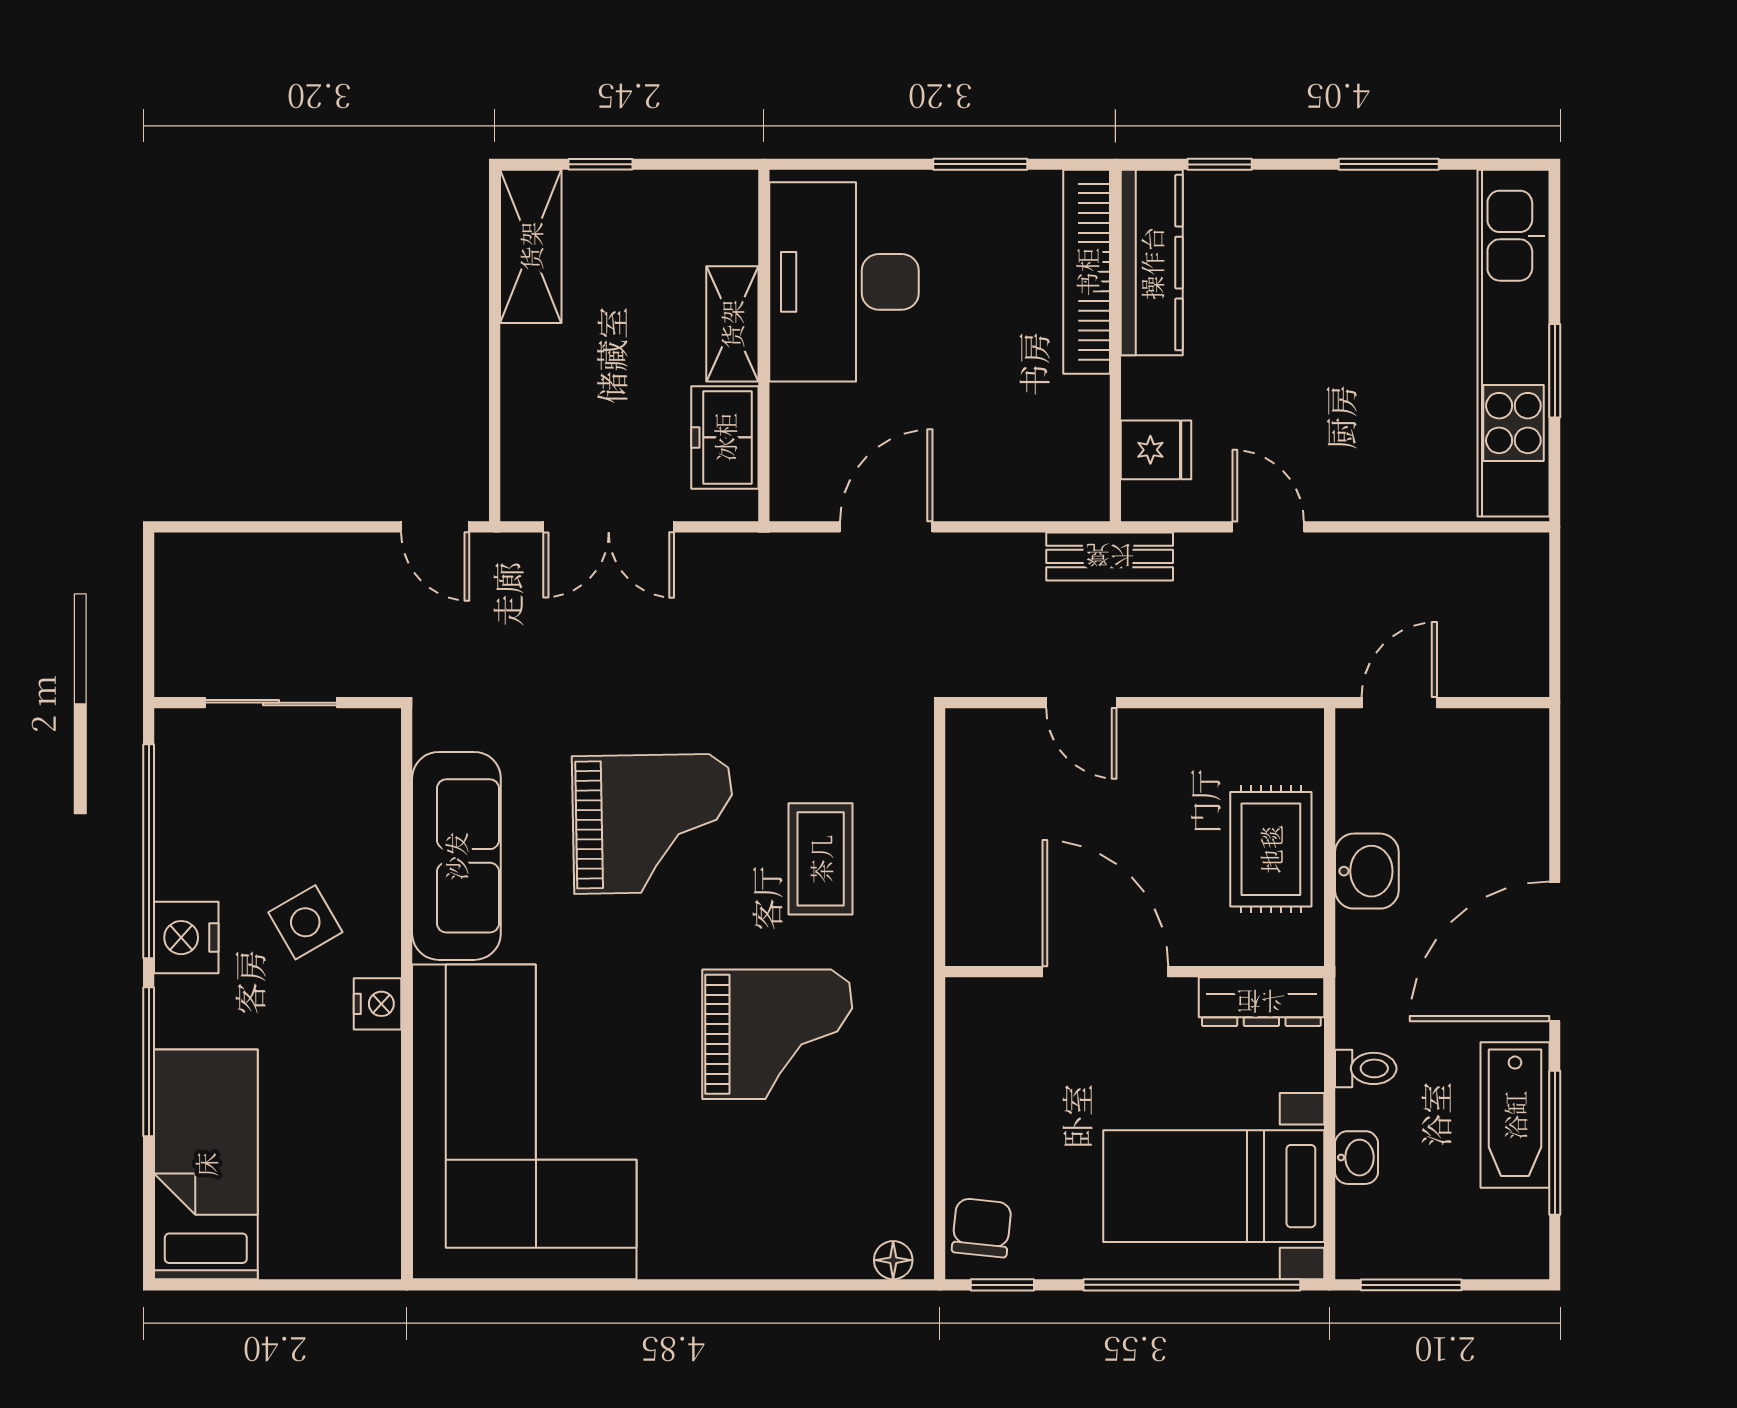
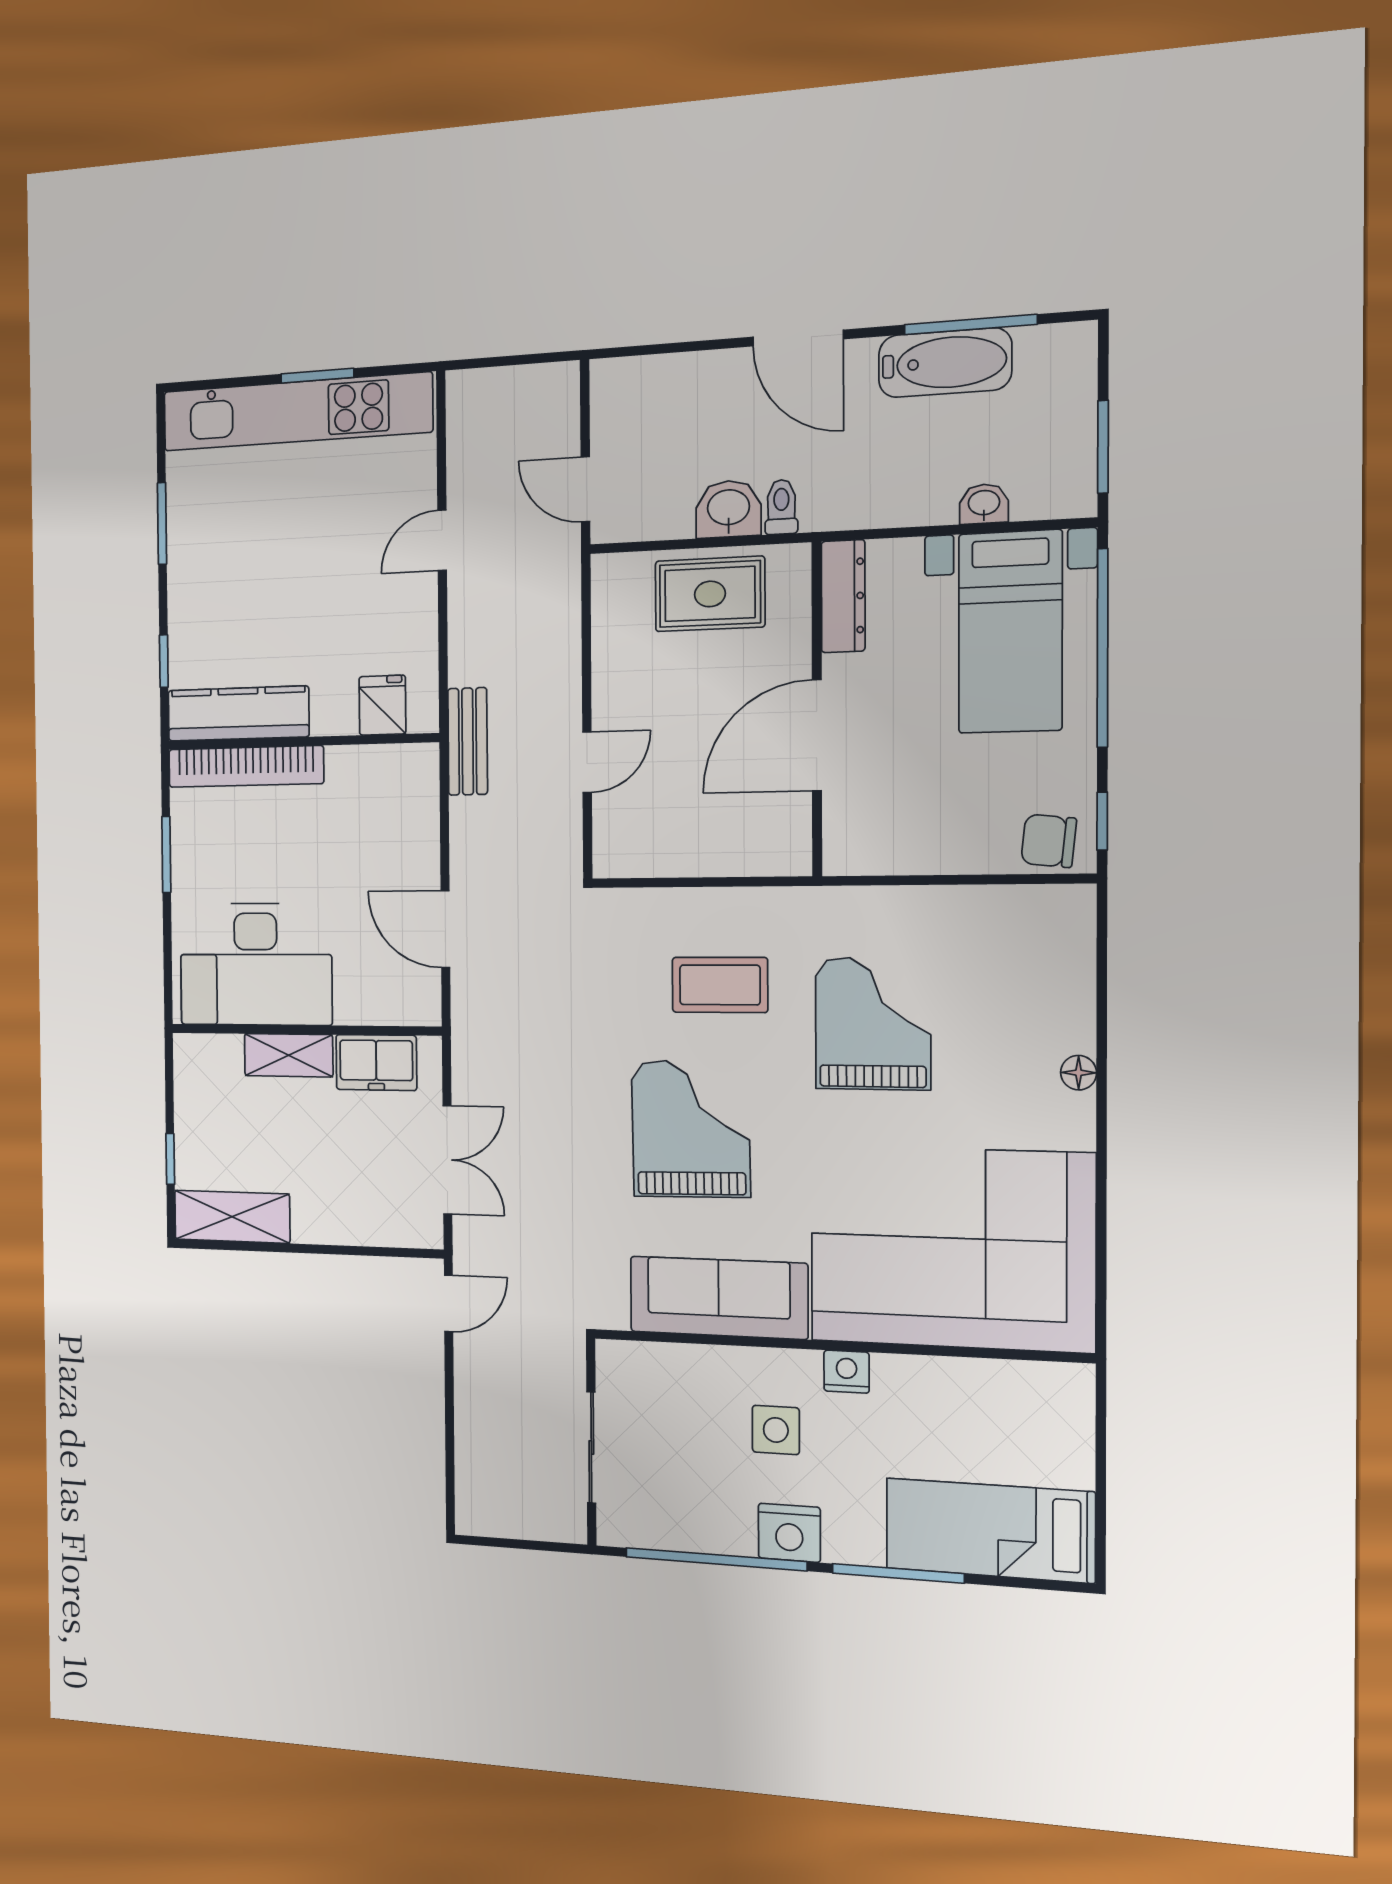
door: (1268, 527) -> (442, 540), moved
side table: (305, 922) -> (776, 1430), turned 30
door: (1555, 951) -> (798, 338), width x0.73
toilet: (1366, 1068) -> (781, 507), moved
floor lamp: (893, 1260) -> (1079, 1073), moved

